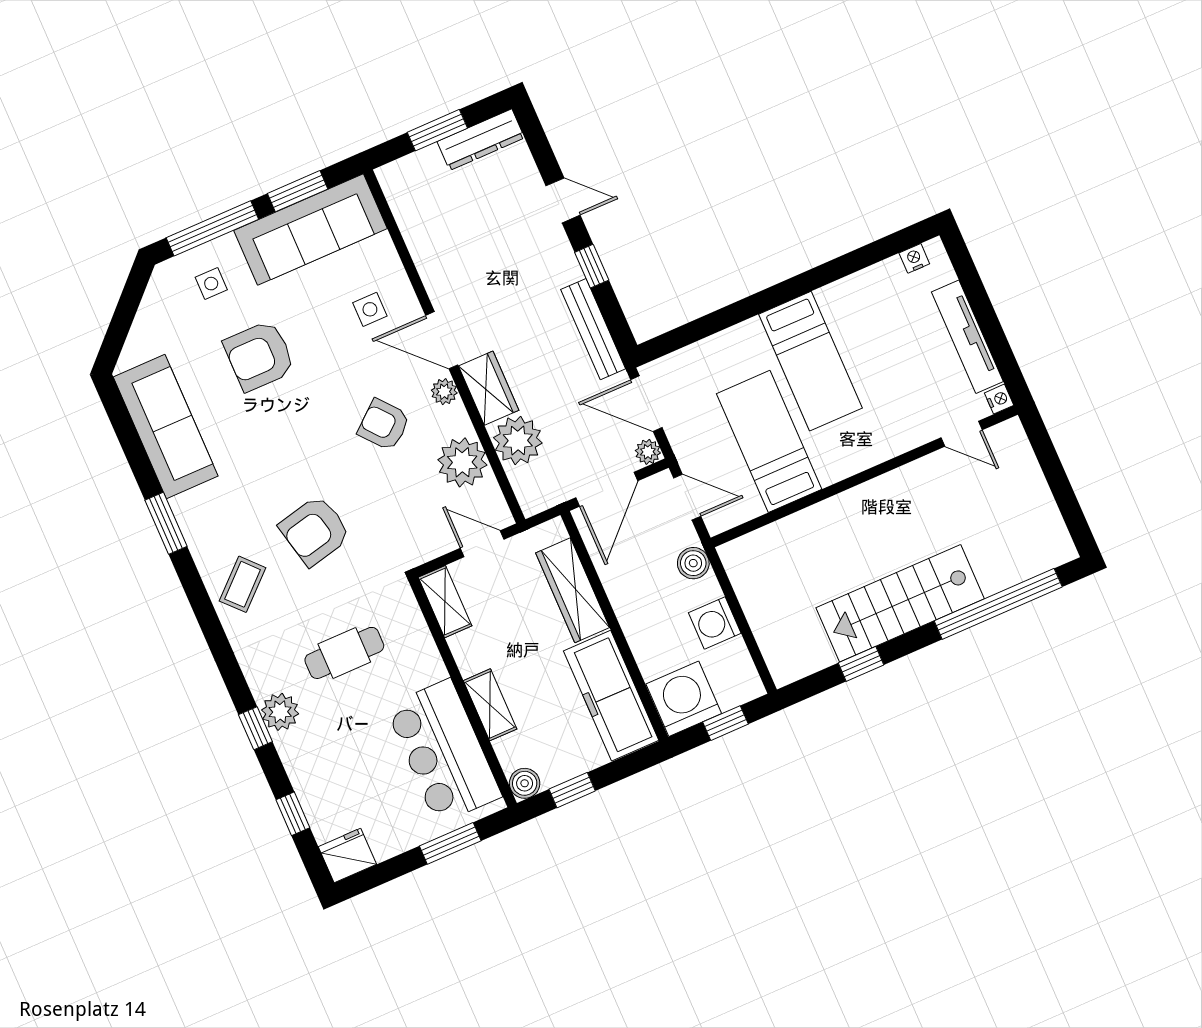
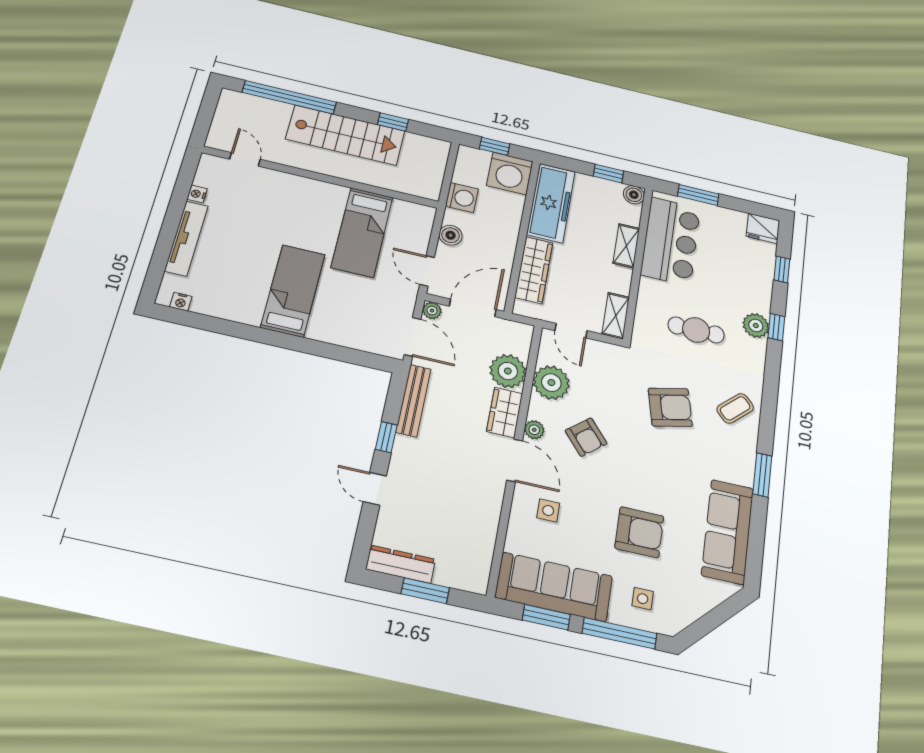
door: (962, 434) -> (245, 159), moved
bed: (769, 441) -> (362, 232), moved
wall: (864, 476) -> (321, 177), moved

